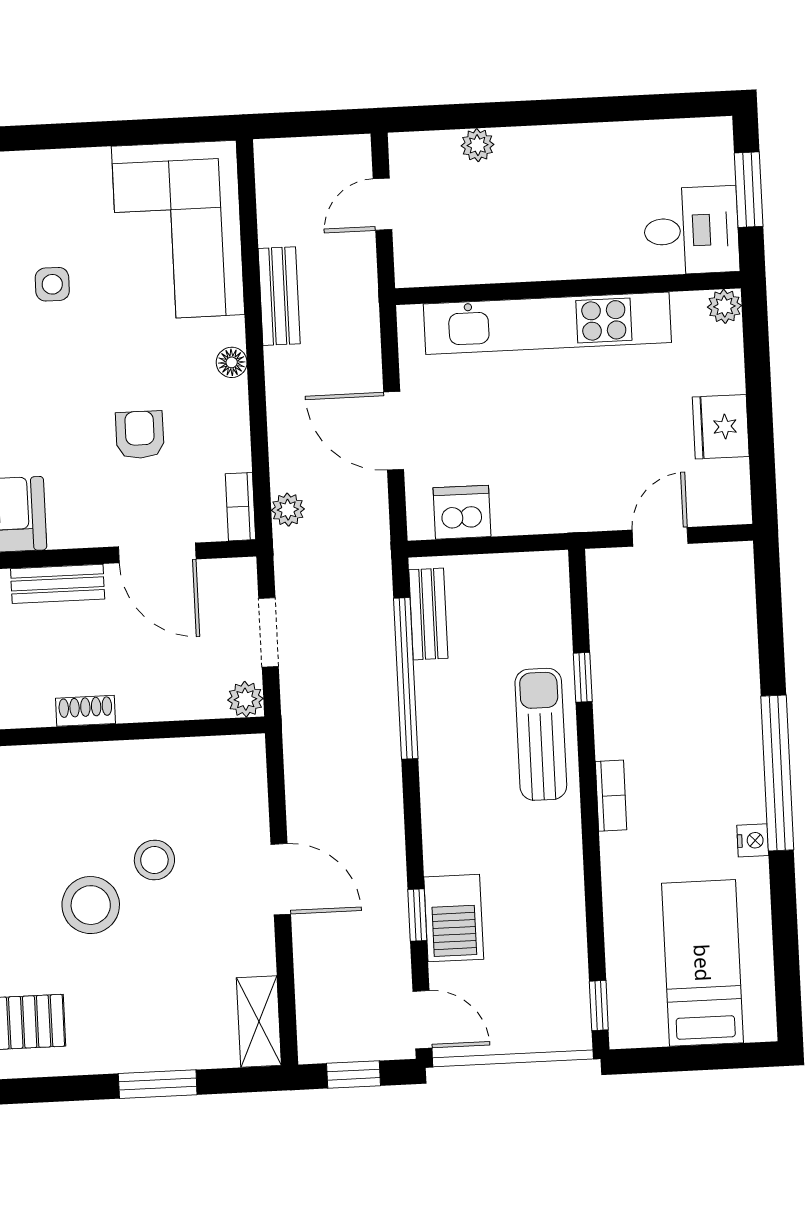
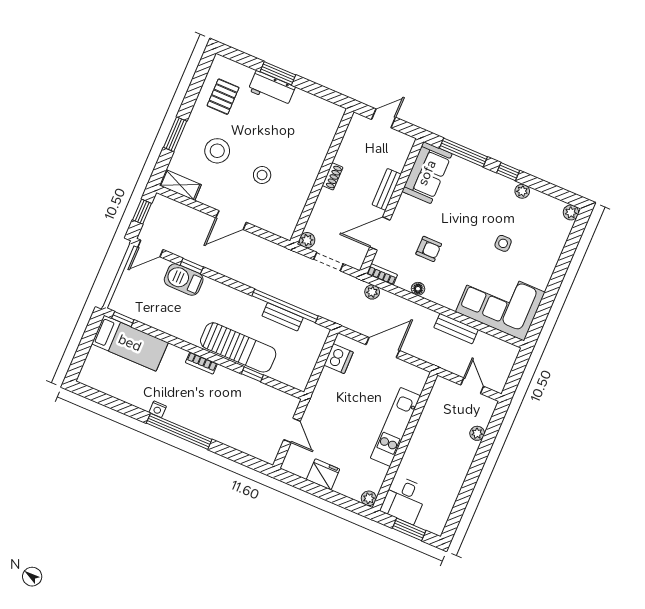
kitchen unit: (547, 323) -> (395, 427), width x0.73
floor lamp: (232, 362) -> (418, 289), moved
bench: (428, 614) -> (283, 317), moved
sun lounger: (541, 734) -> (238, 347), width x1.36, depth x1.34
stool: (91, 905) -> (217, 151), moved
bed: (702, 963) -> (130, 343), moved

